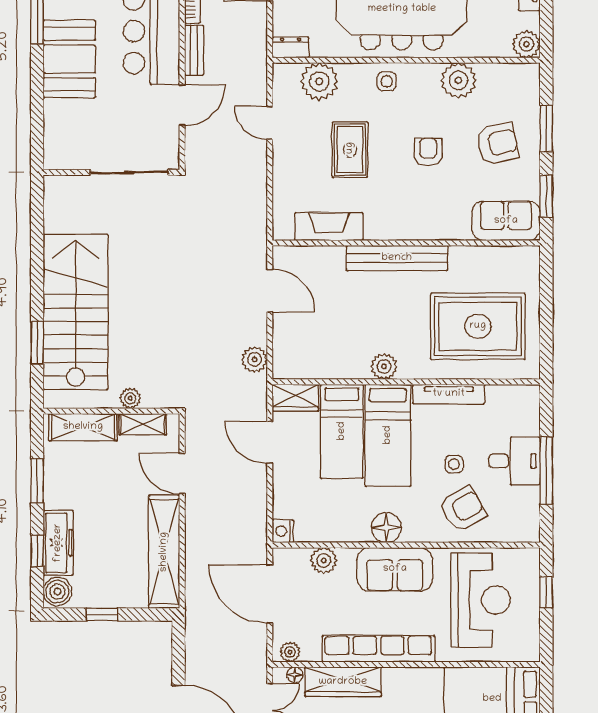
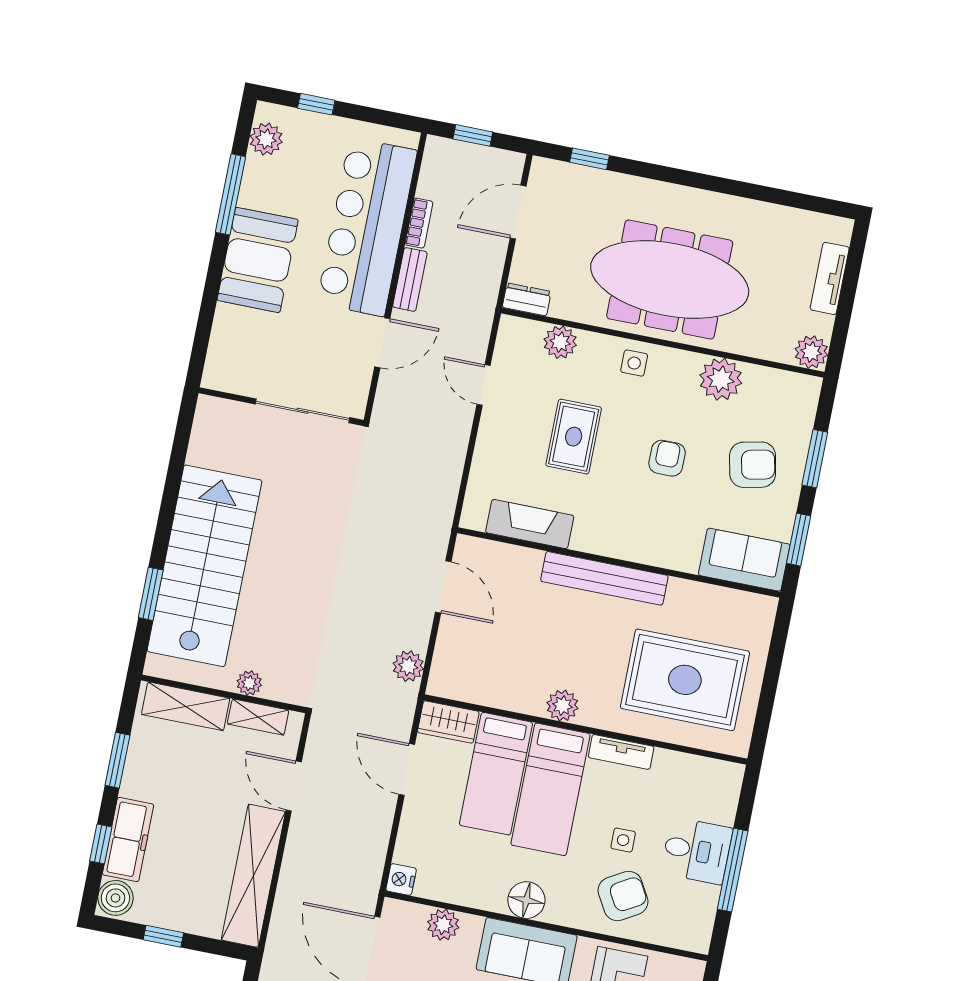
plant: (319, 81) -> (560, 342), width x0.73, depth x0.73
tv unit: (449, 394) -> (621, 752), width x0.71

